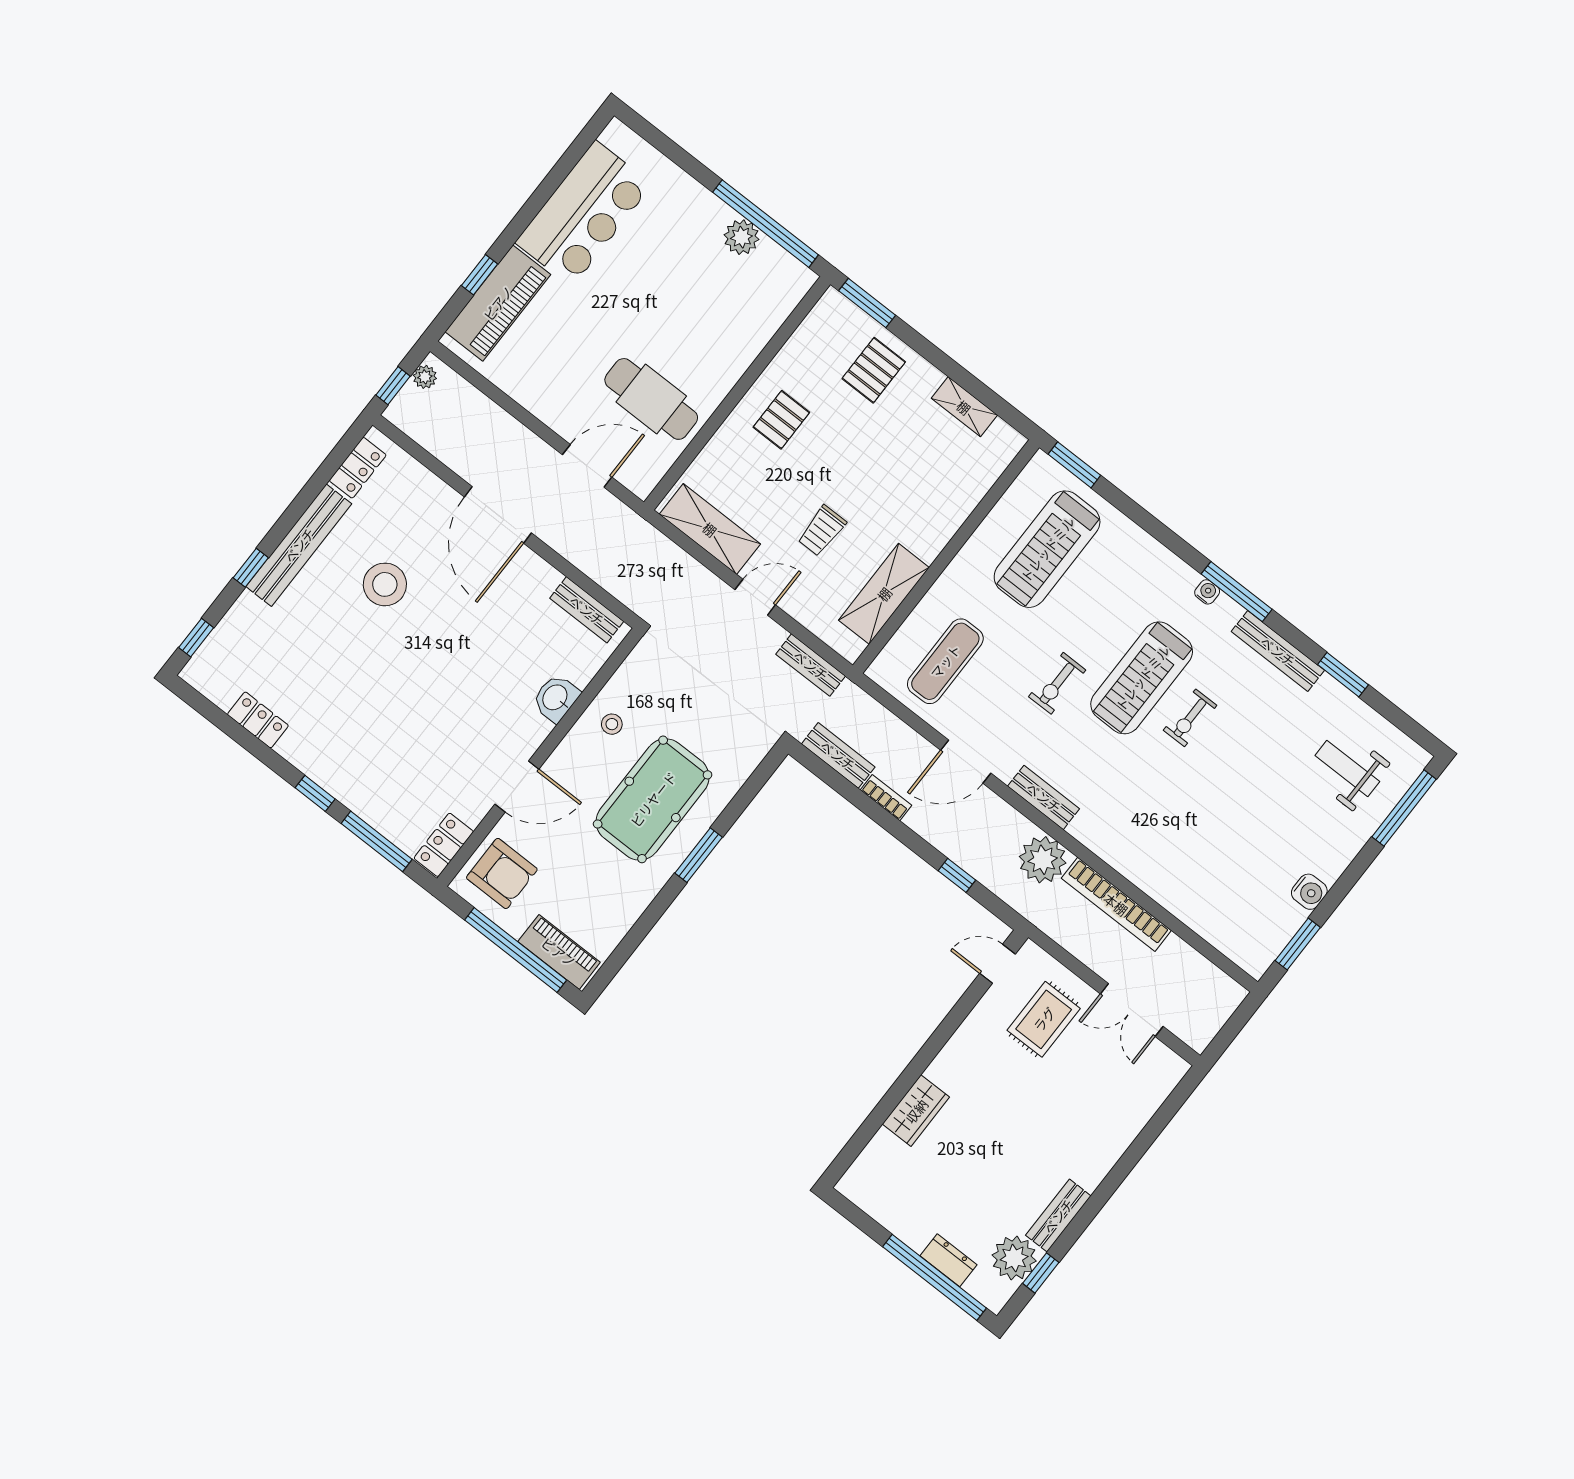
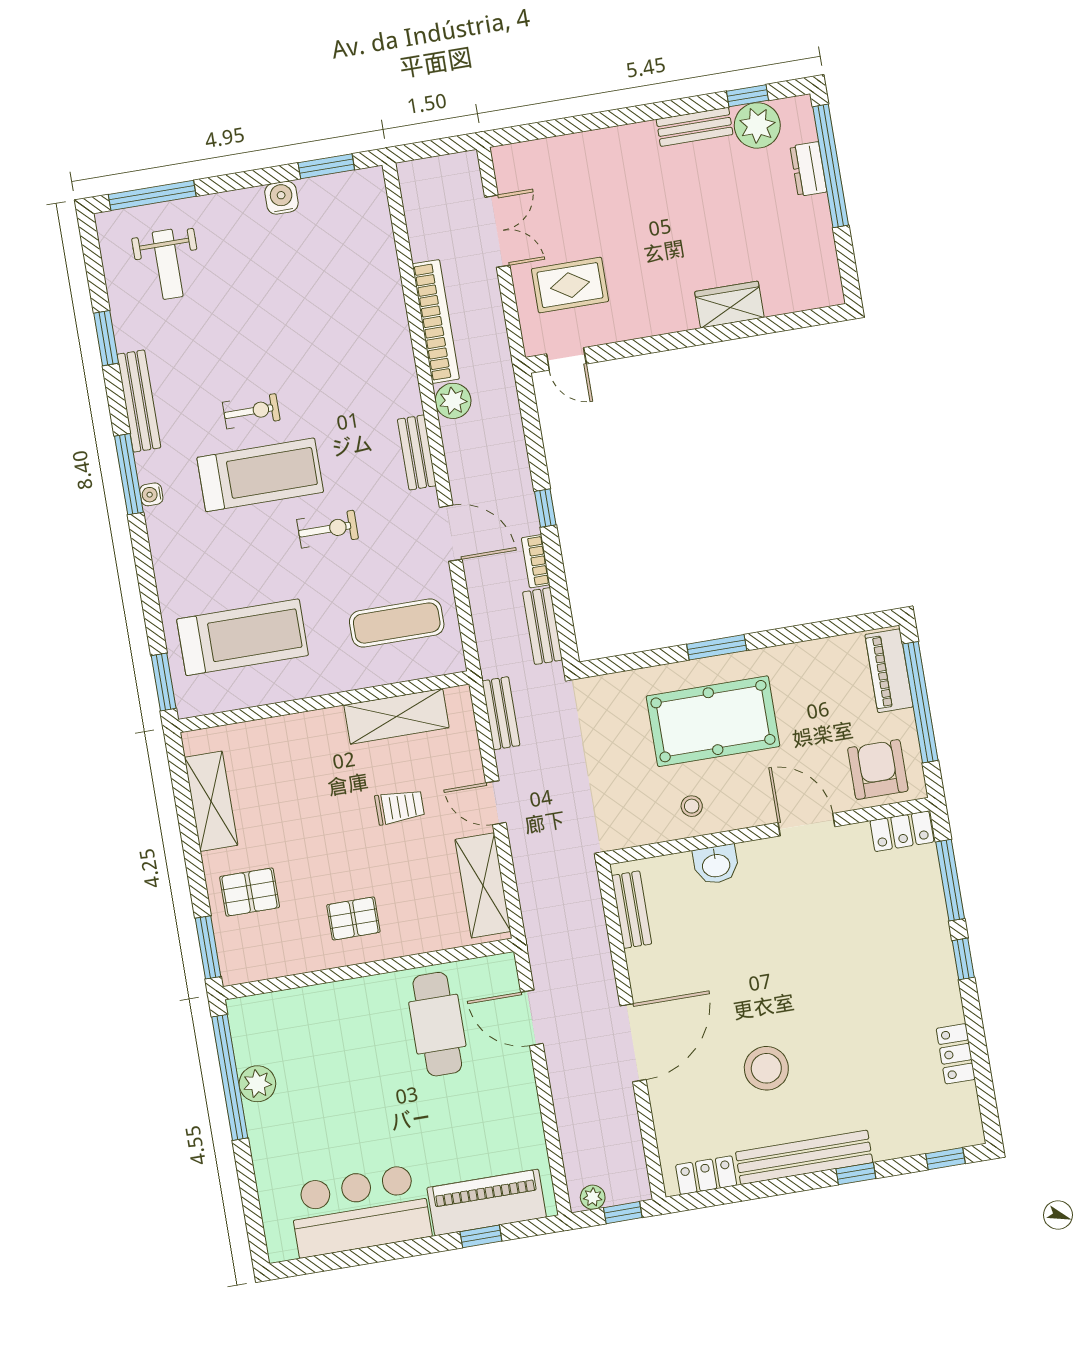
shelving: (964, 407) -> (211, 801), width x1.50, depth x1.33
plant: (1043, 860) -> (453, 401), width x0.73, depth x0.73
window: (957, 875) -> (545, 508), moved

